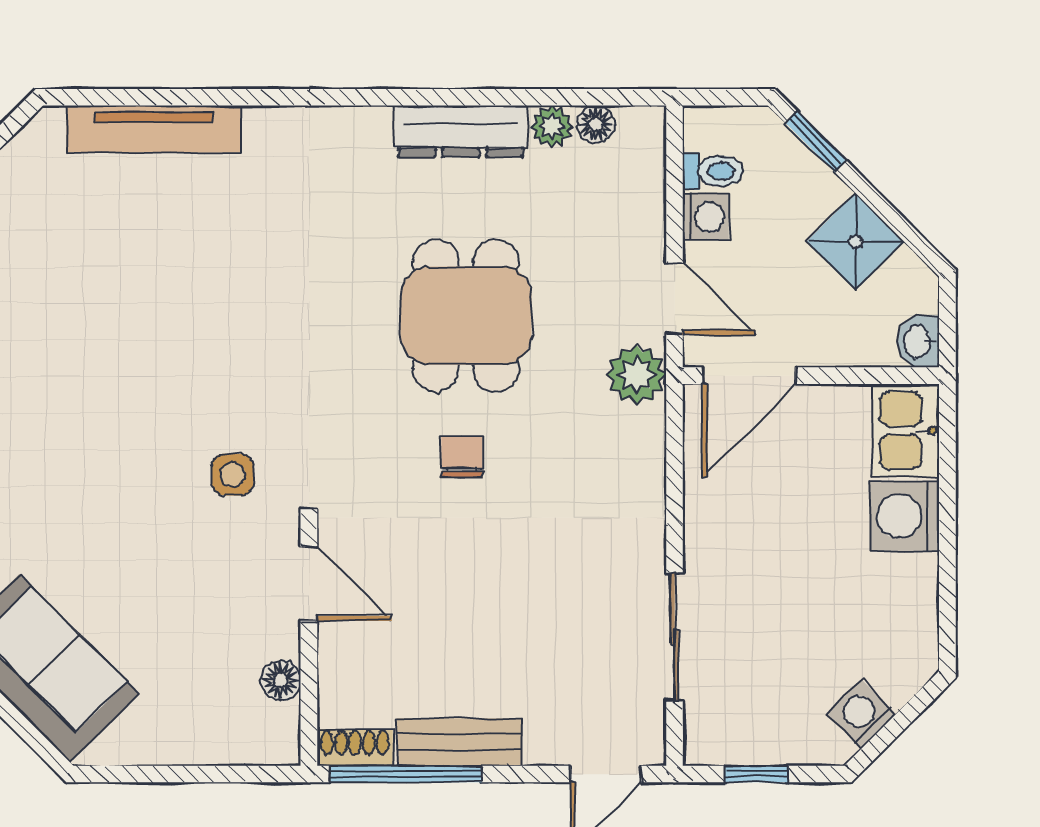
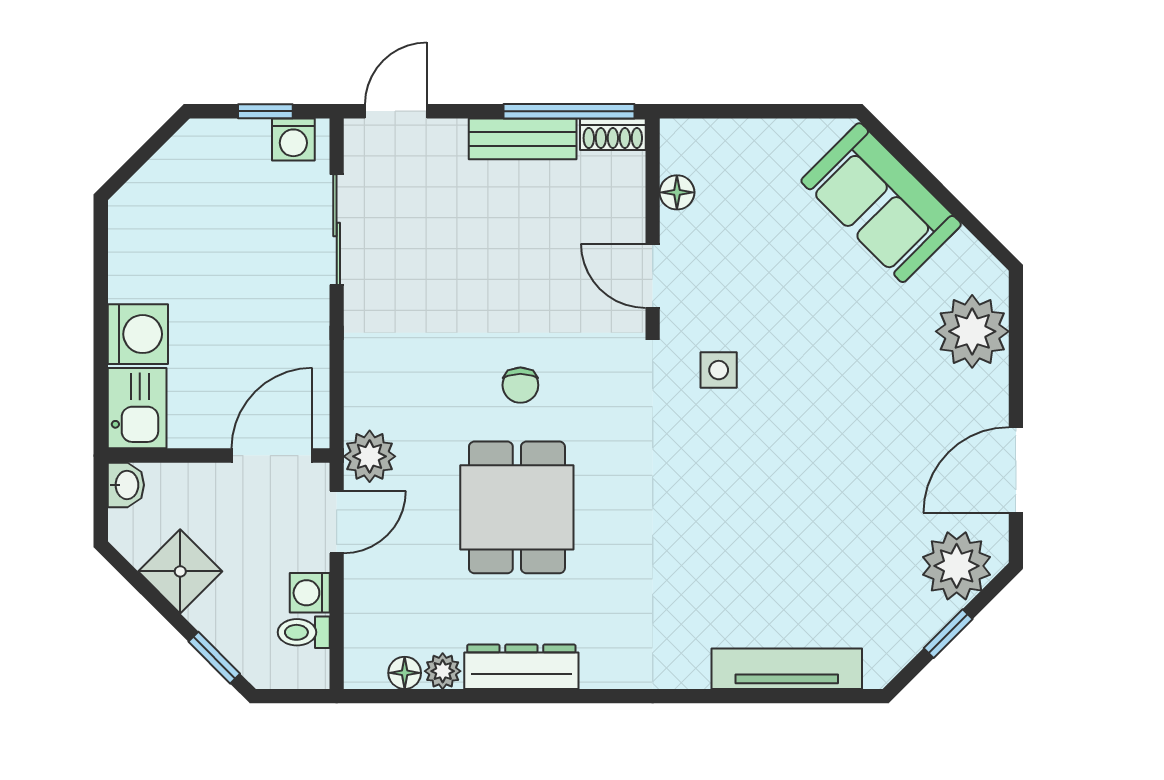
door: (675, 299) -> (337, 522), swing flipped
washing machine: (862, 714) -> (293, 139), moved, turned 45

